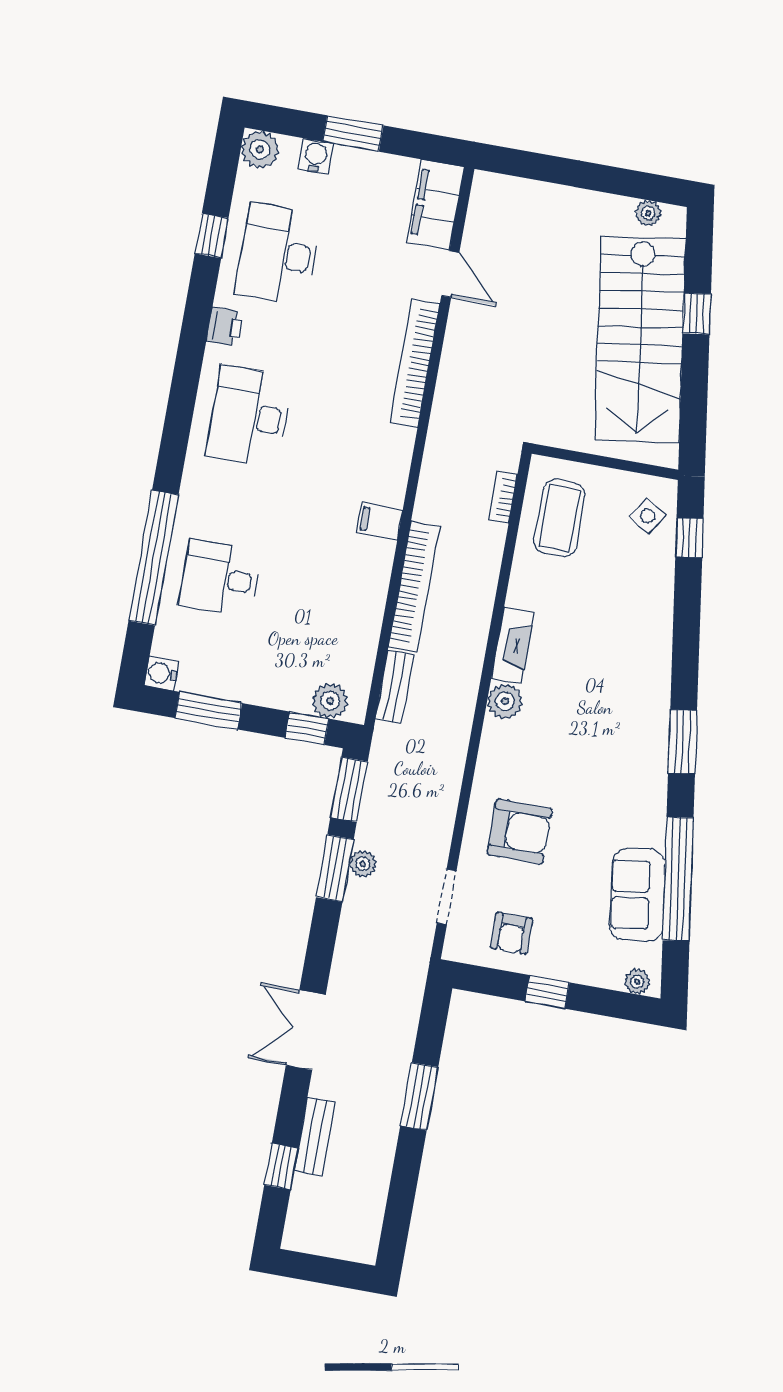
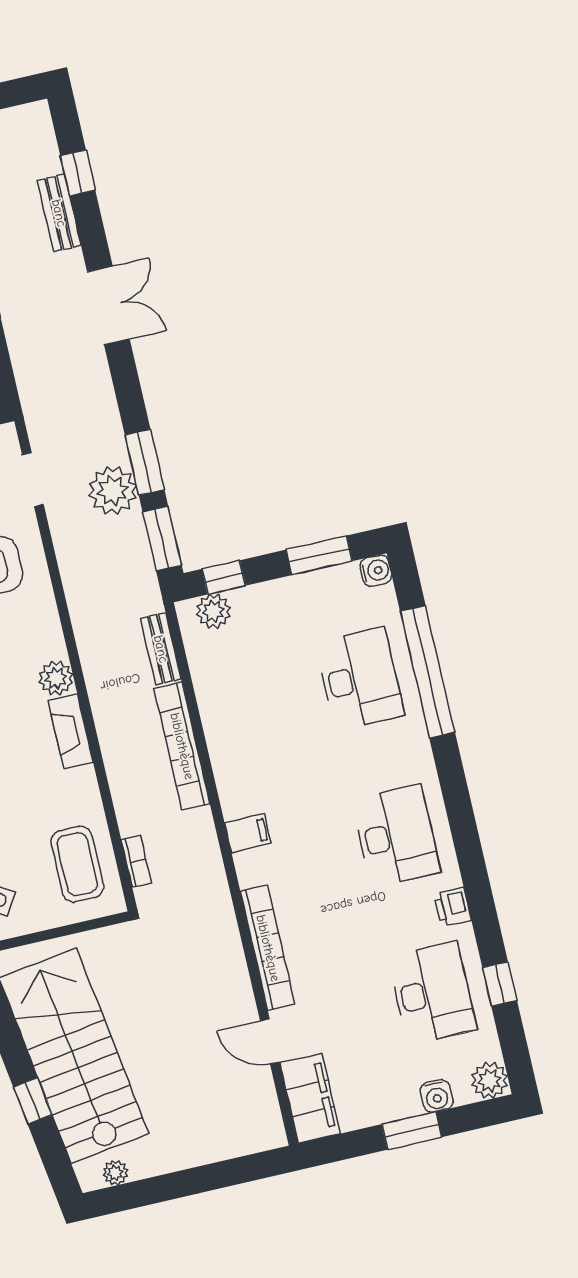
filing cabinet: (379, 521) -> (248, 833), moved
desk: (220, 578) -> (360, 679), width x1.37
plant: (363, 864) -> (113, 491), width x1.87, depth x1.87

